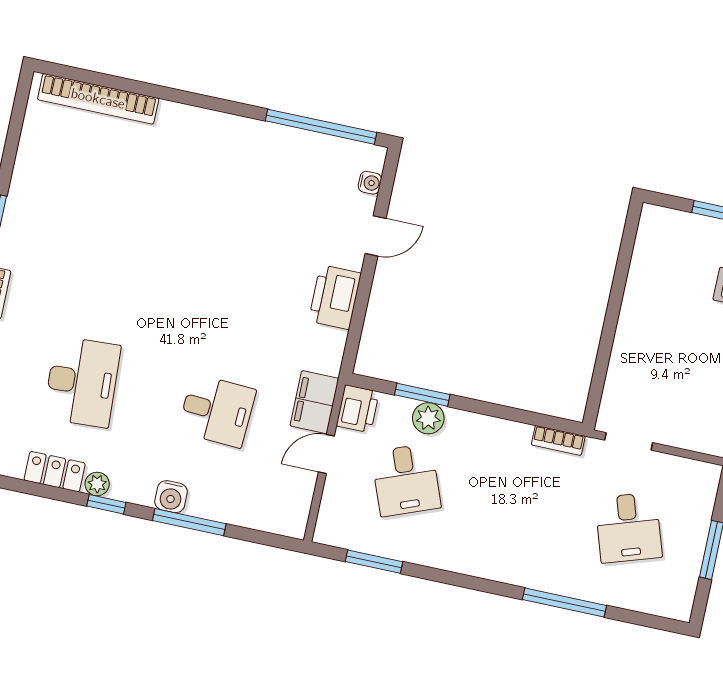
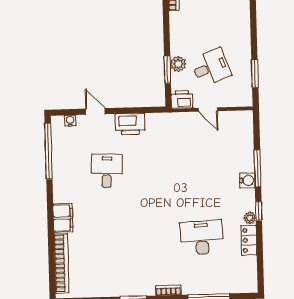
filing cabinet: (314, 402) -> (63, 218), moved, turned -90
desk: (217, 411) -> (107, 171), moved

